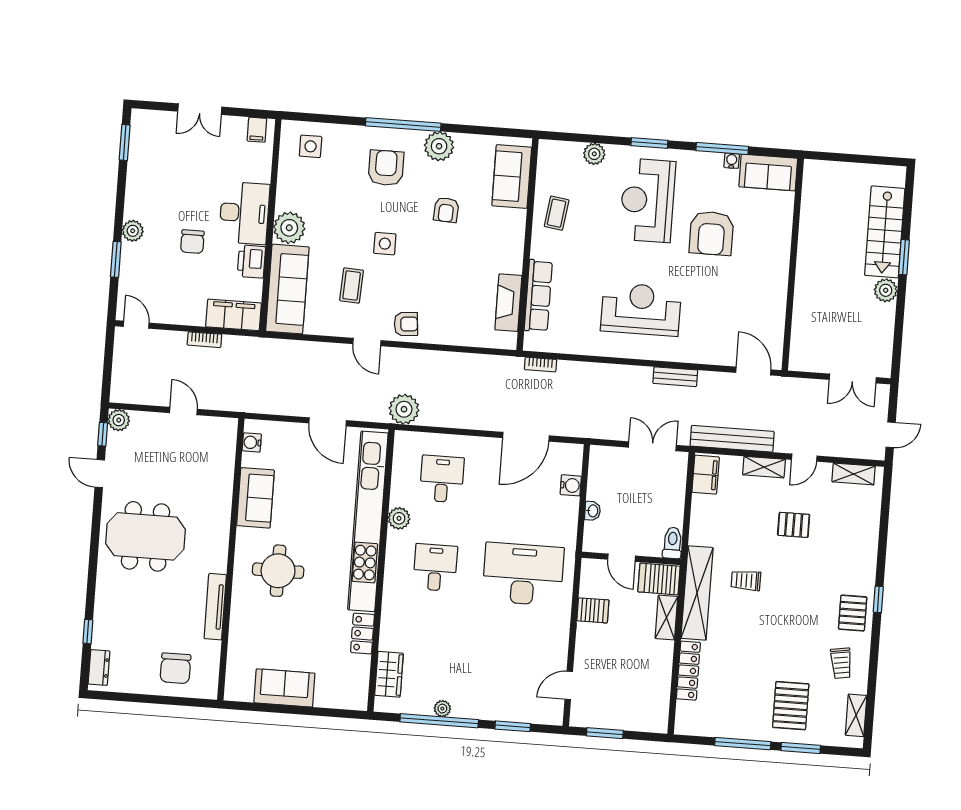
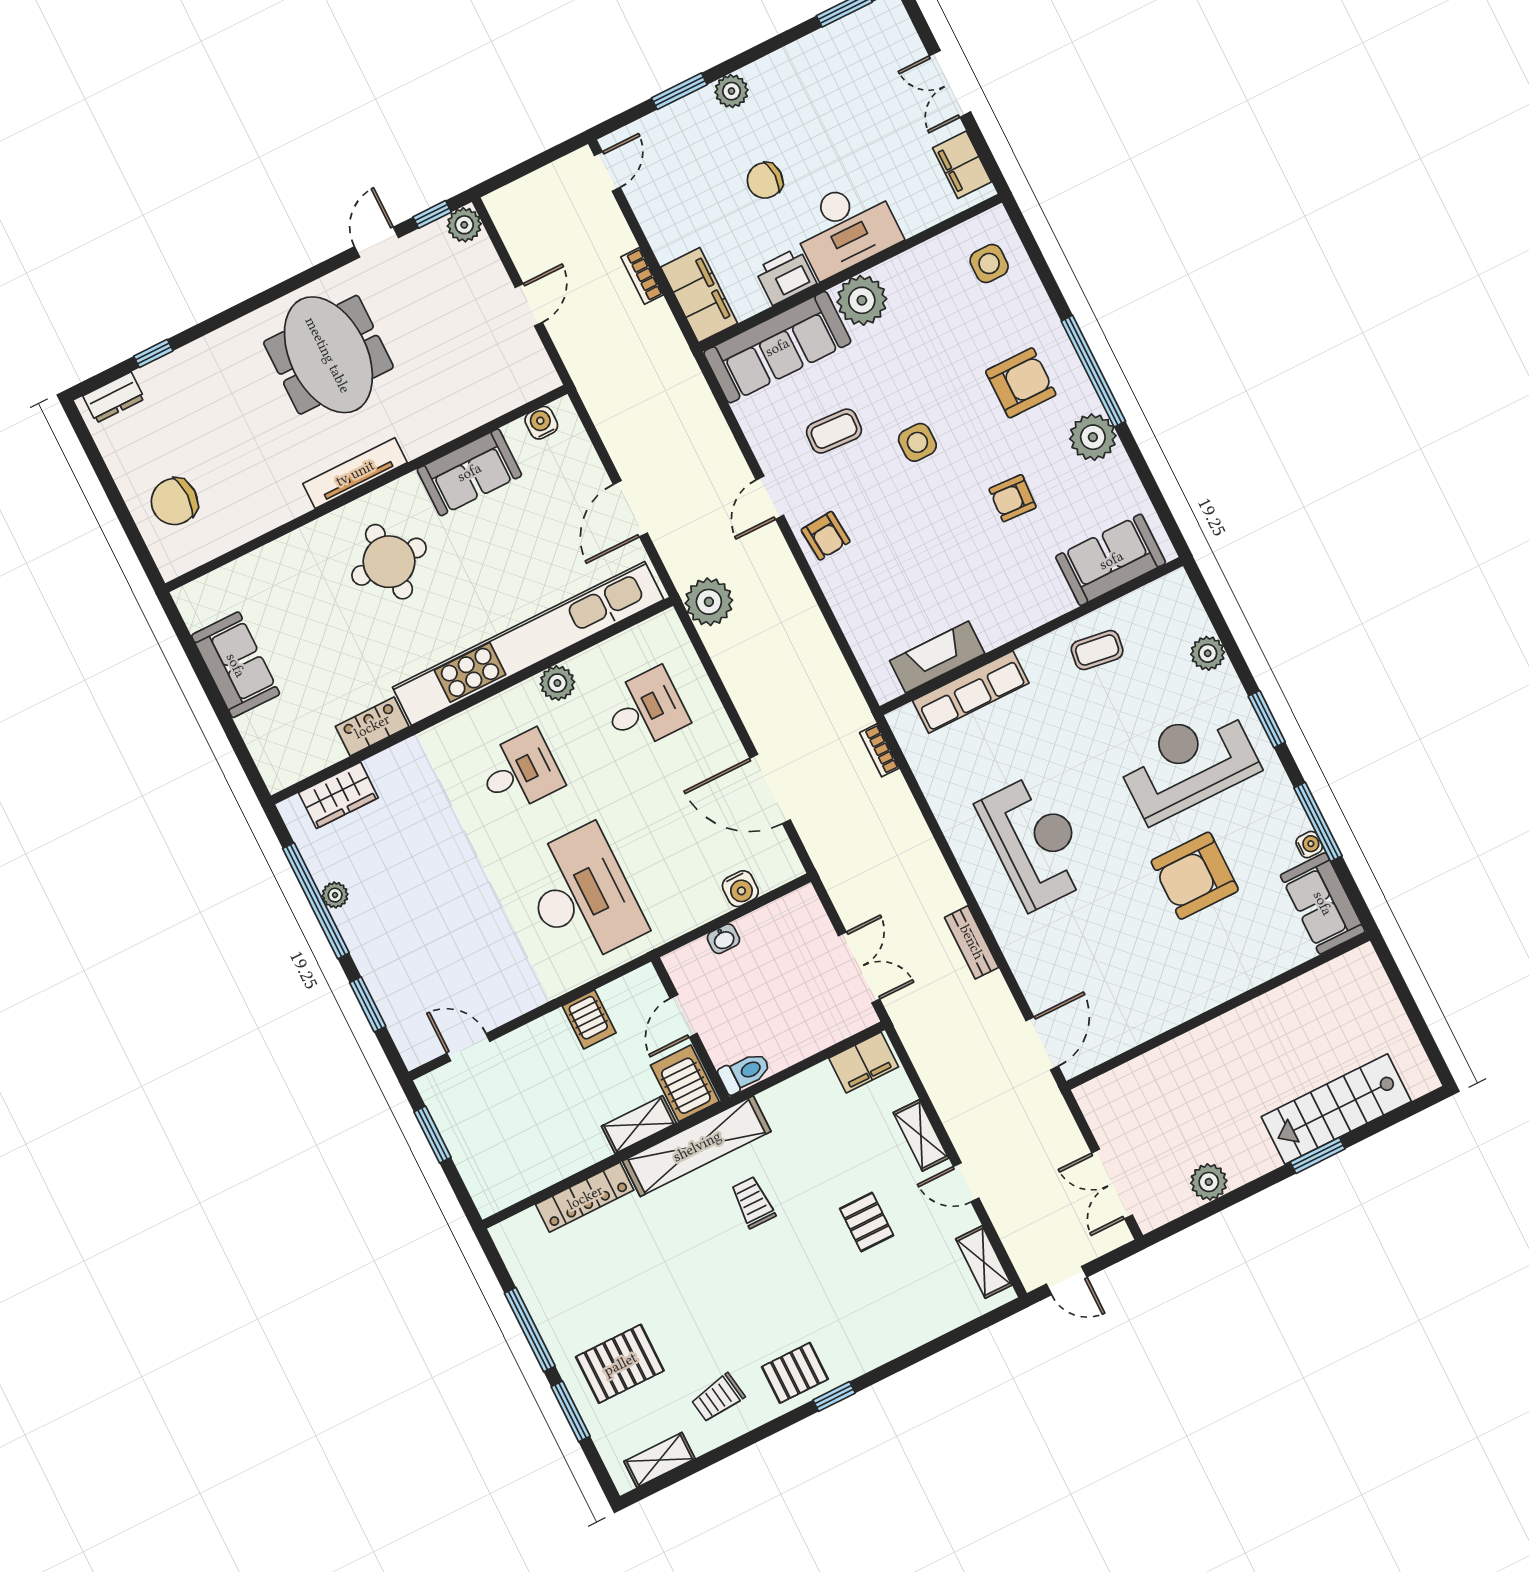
filing cabinet: (257, 130) -> (962, 165), width x2.00
plant: (886, 290) -> (1209, 1182), moved
bench: (732, 439) -> (934, 1069), removed
tv unit: (215, 607) -> (355, 473), moved

